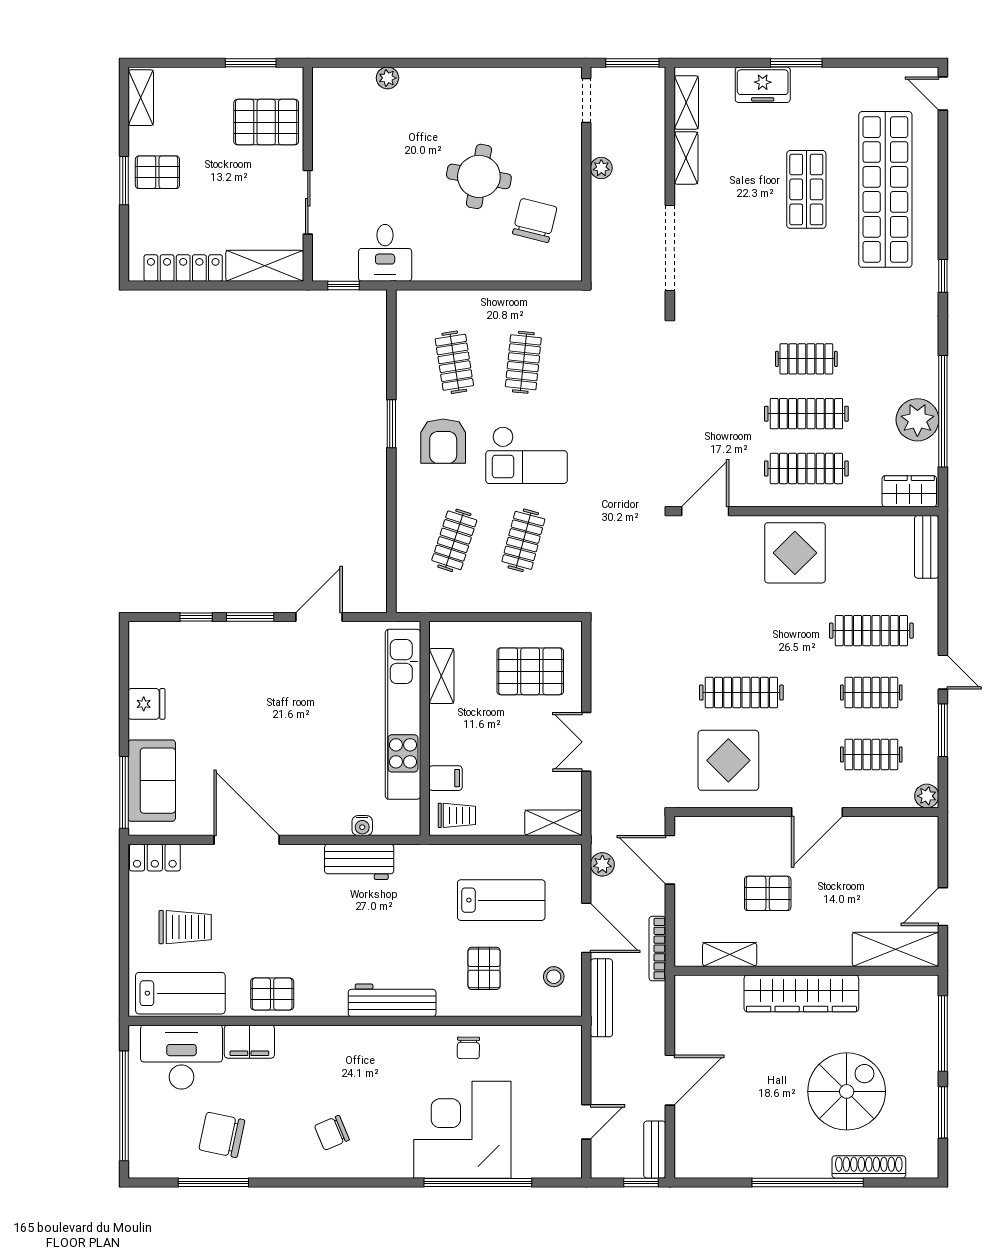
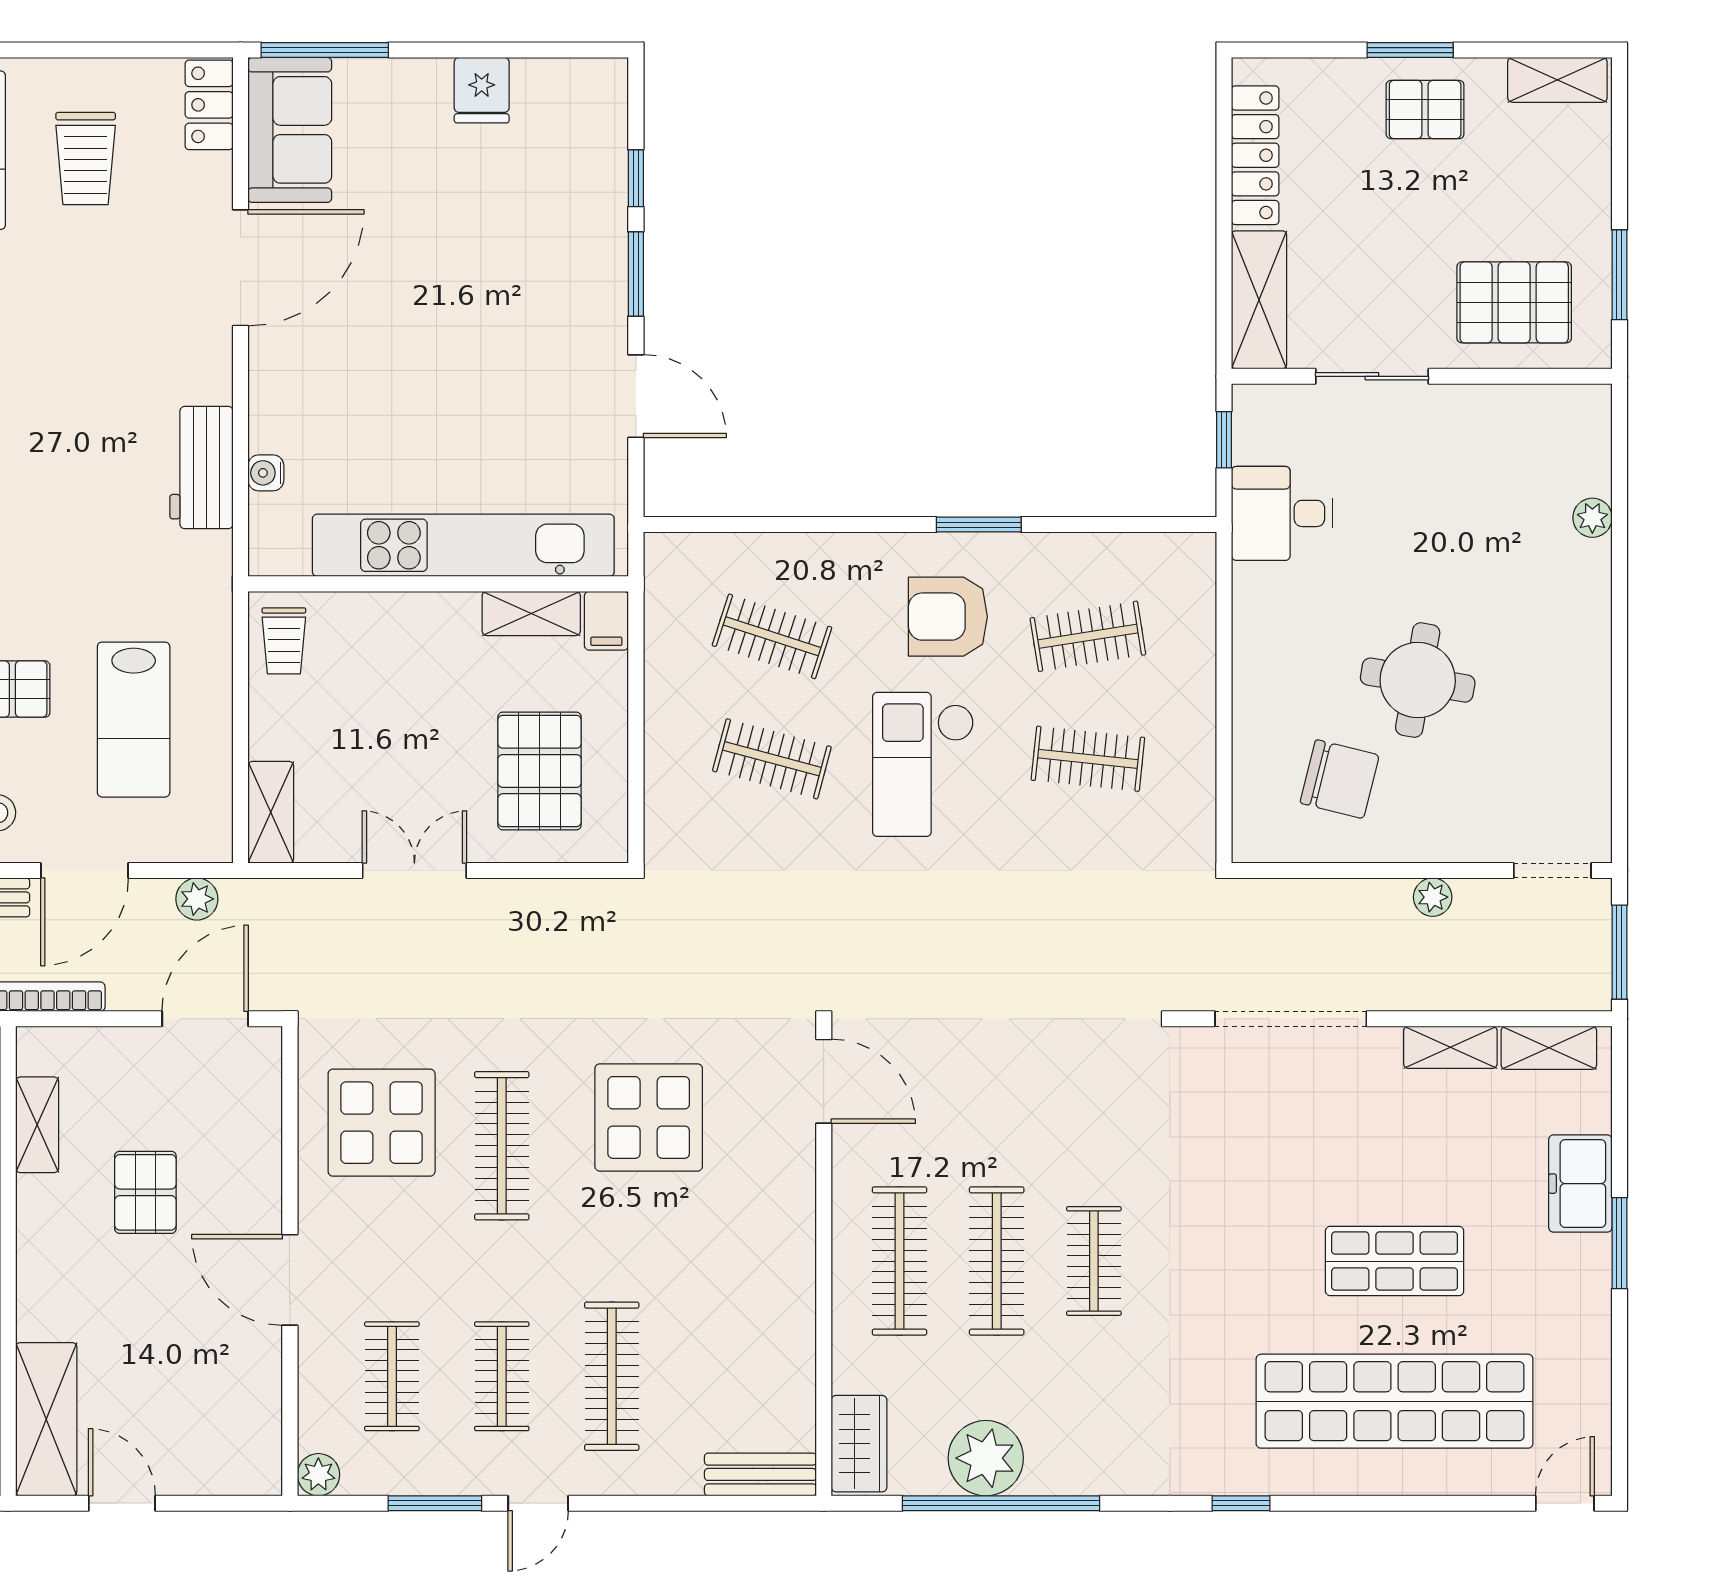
pallet: (266, 122) -> (1514, 302), turned 90
pallet: (157, 172) -> (1425, 110), turned 90
display table: (795, 553) -> (649, 1117), moved
filing cabinet: (445, 778) -> (606, 621), moved
sofa: (152, 781) -> (290, 130), moved, turned -90

